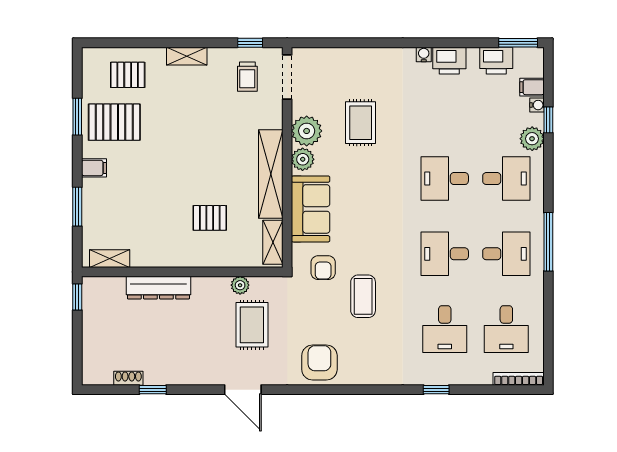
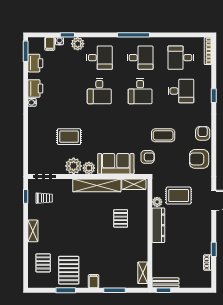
desk: (506, 179) -> (99, 58), turned 90
desk: (506, 254) -> (140, 58), turned 90
dresser: (158, 288) -> (158, 225), moved
bench: (91, 301) -> (166, 283), added
desk: (506, 329) -> (181, 58), turned 180
armchair: (367, 369) -> (203, 133), added

